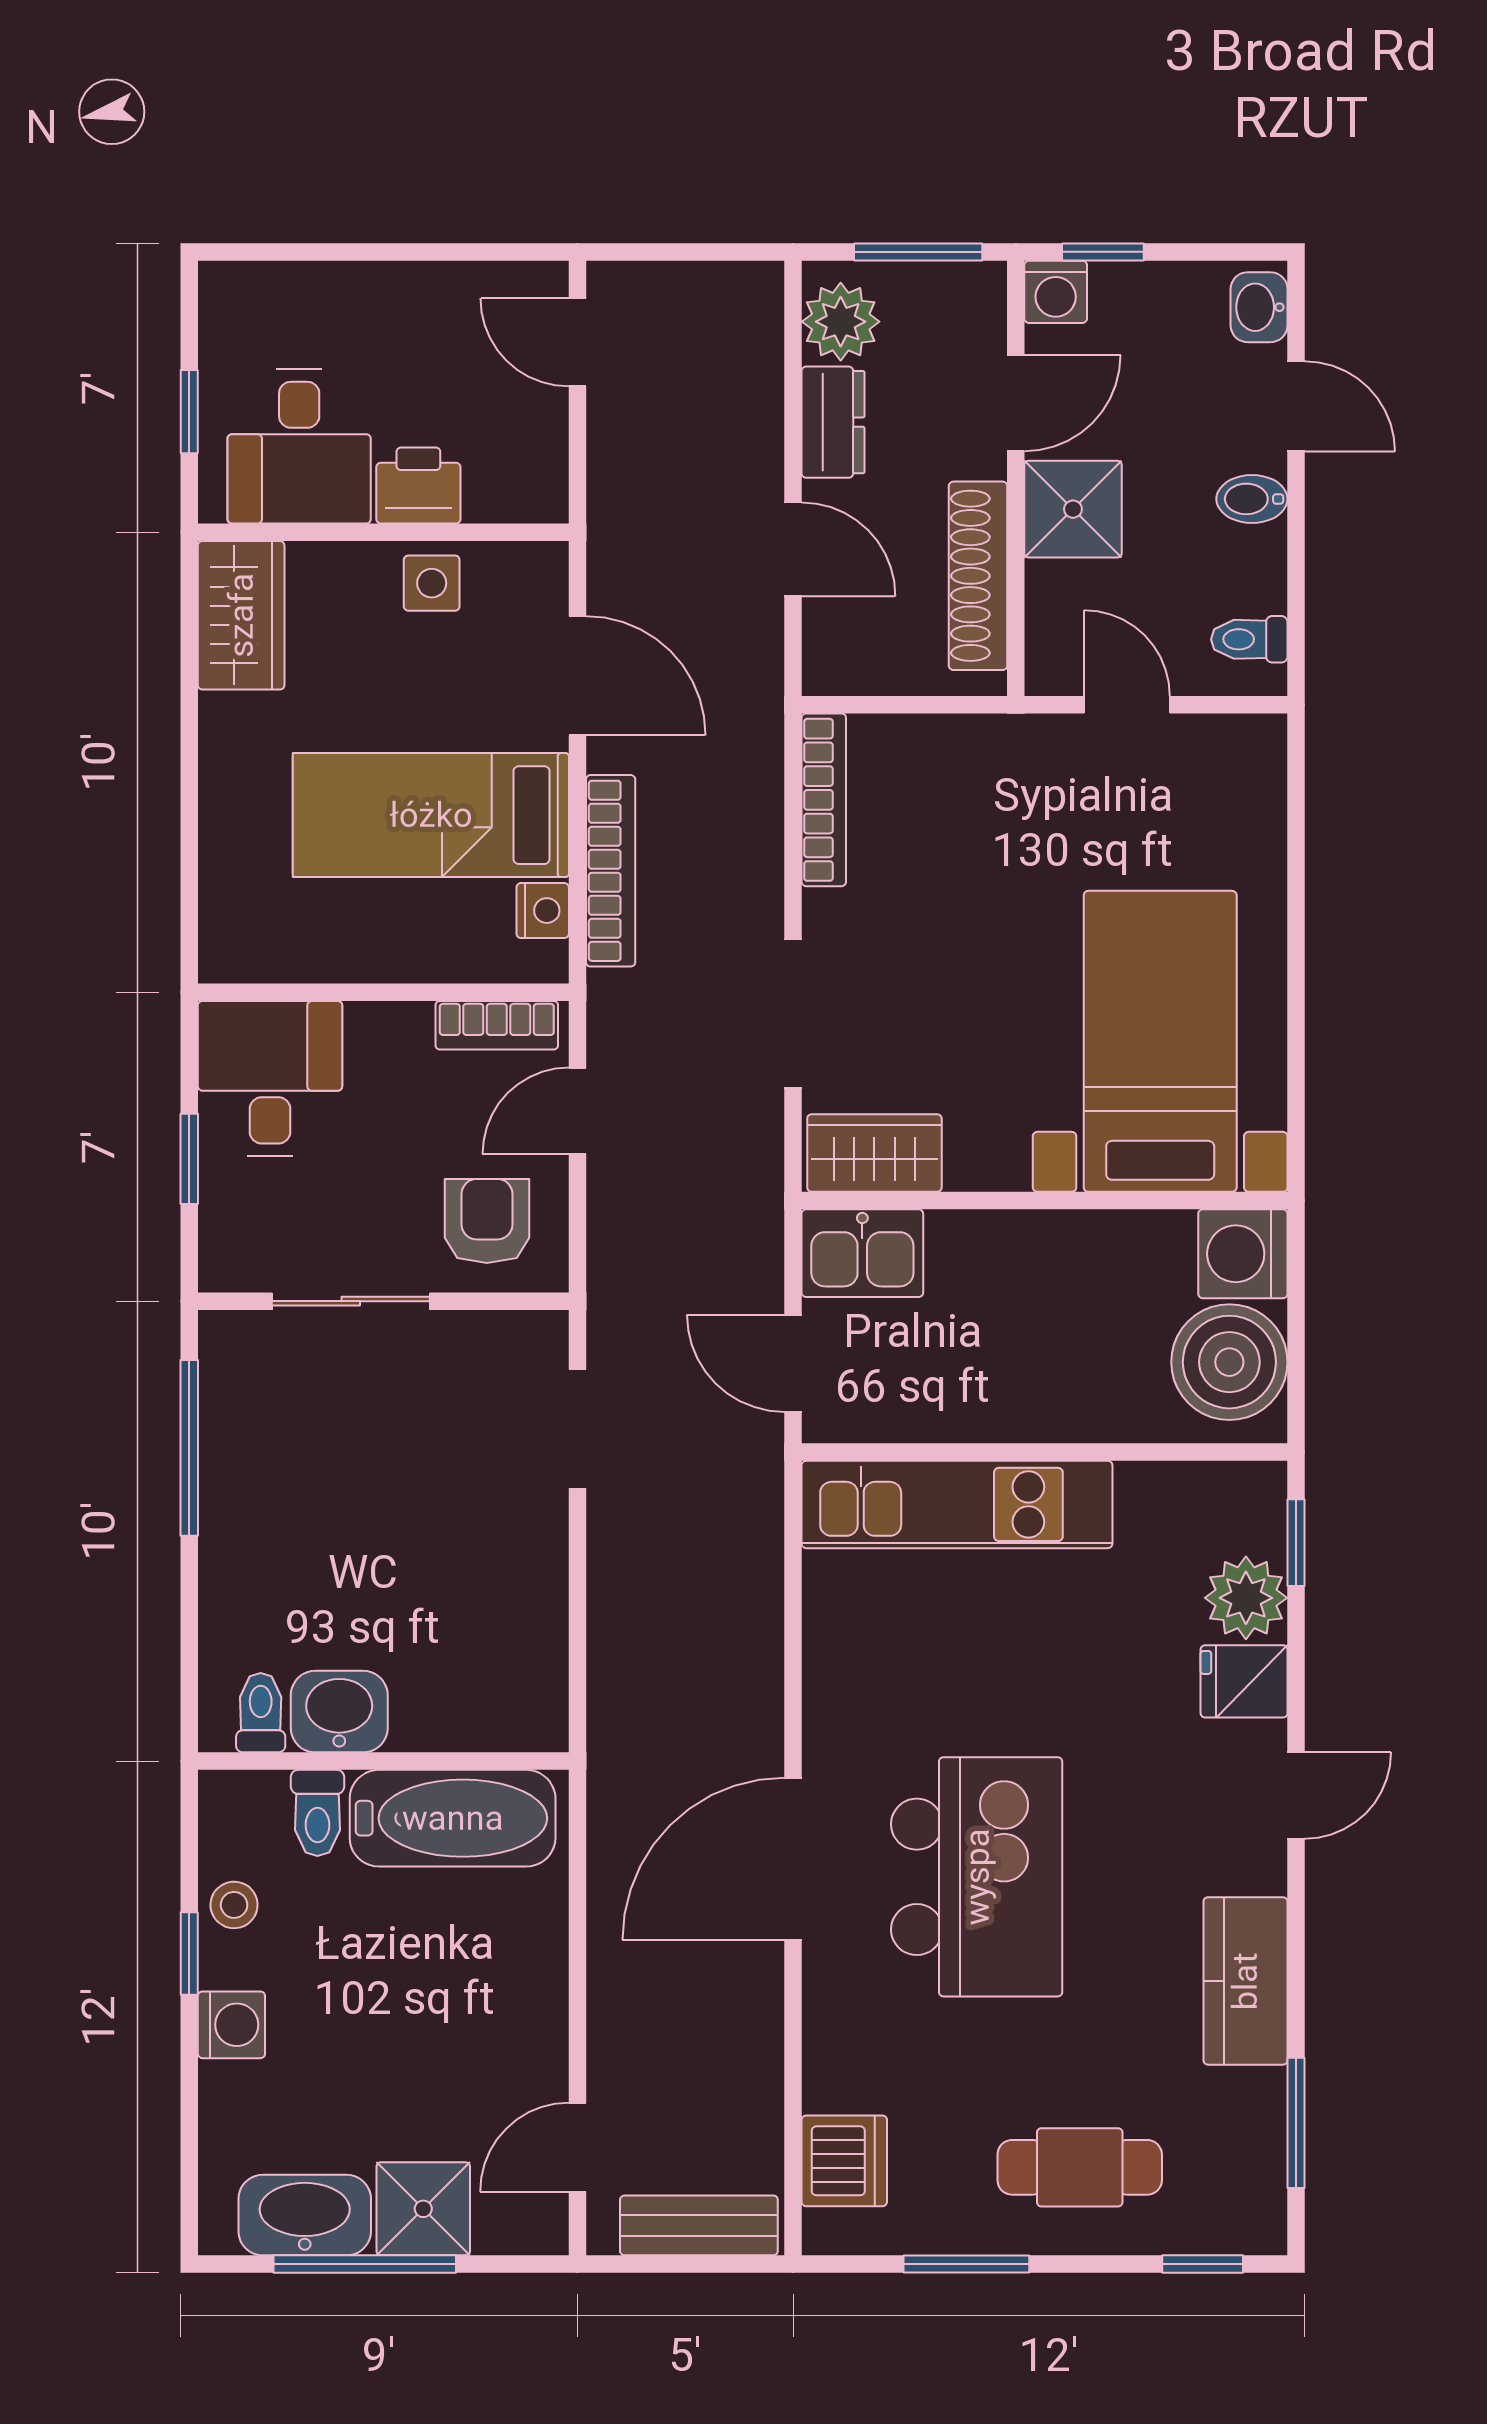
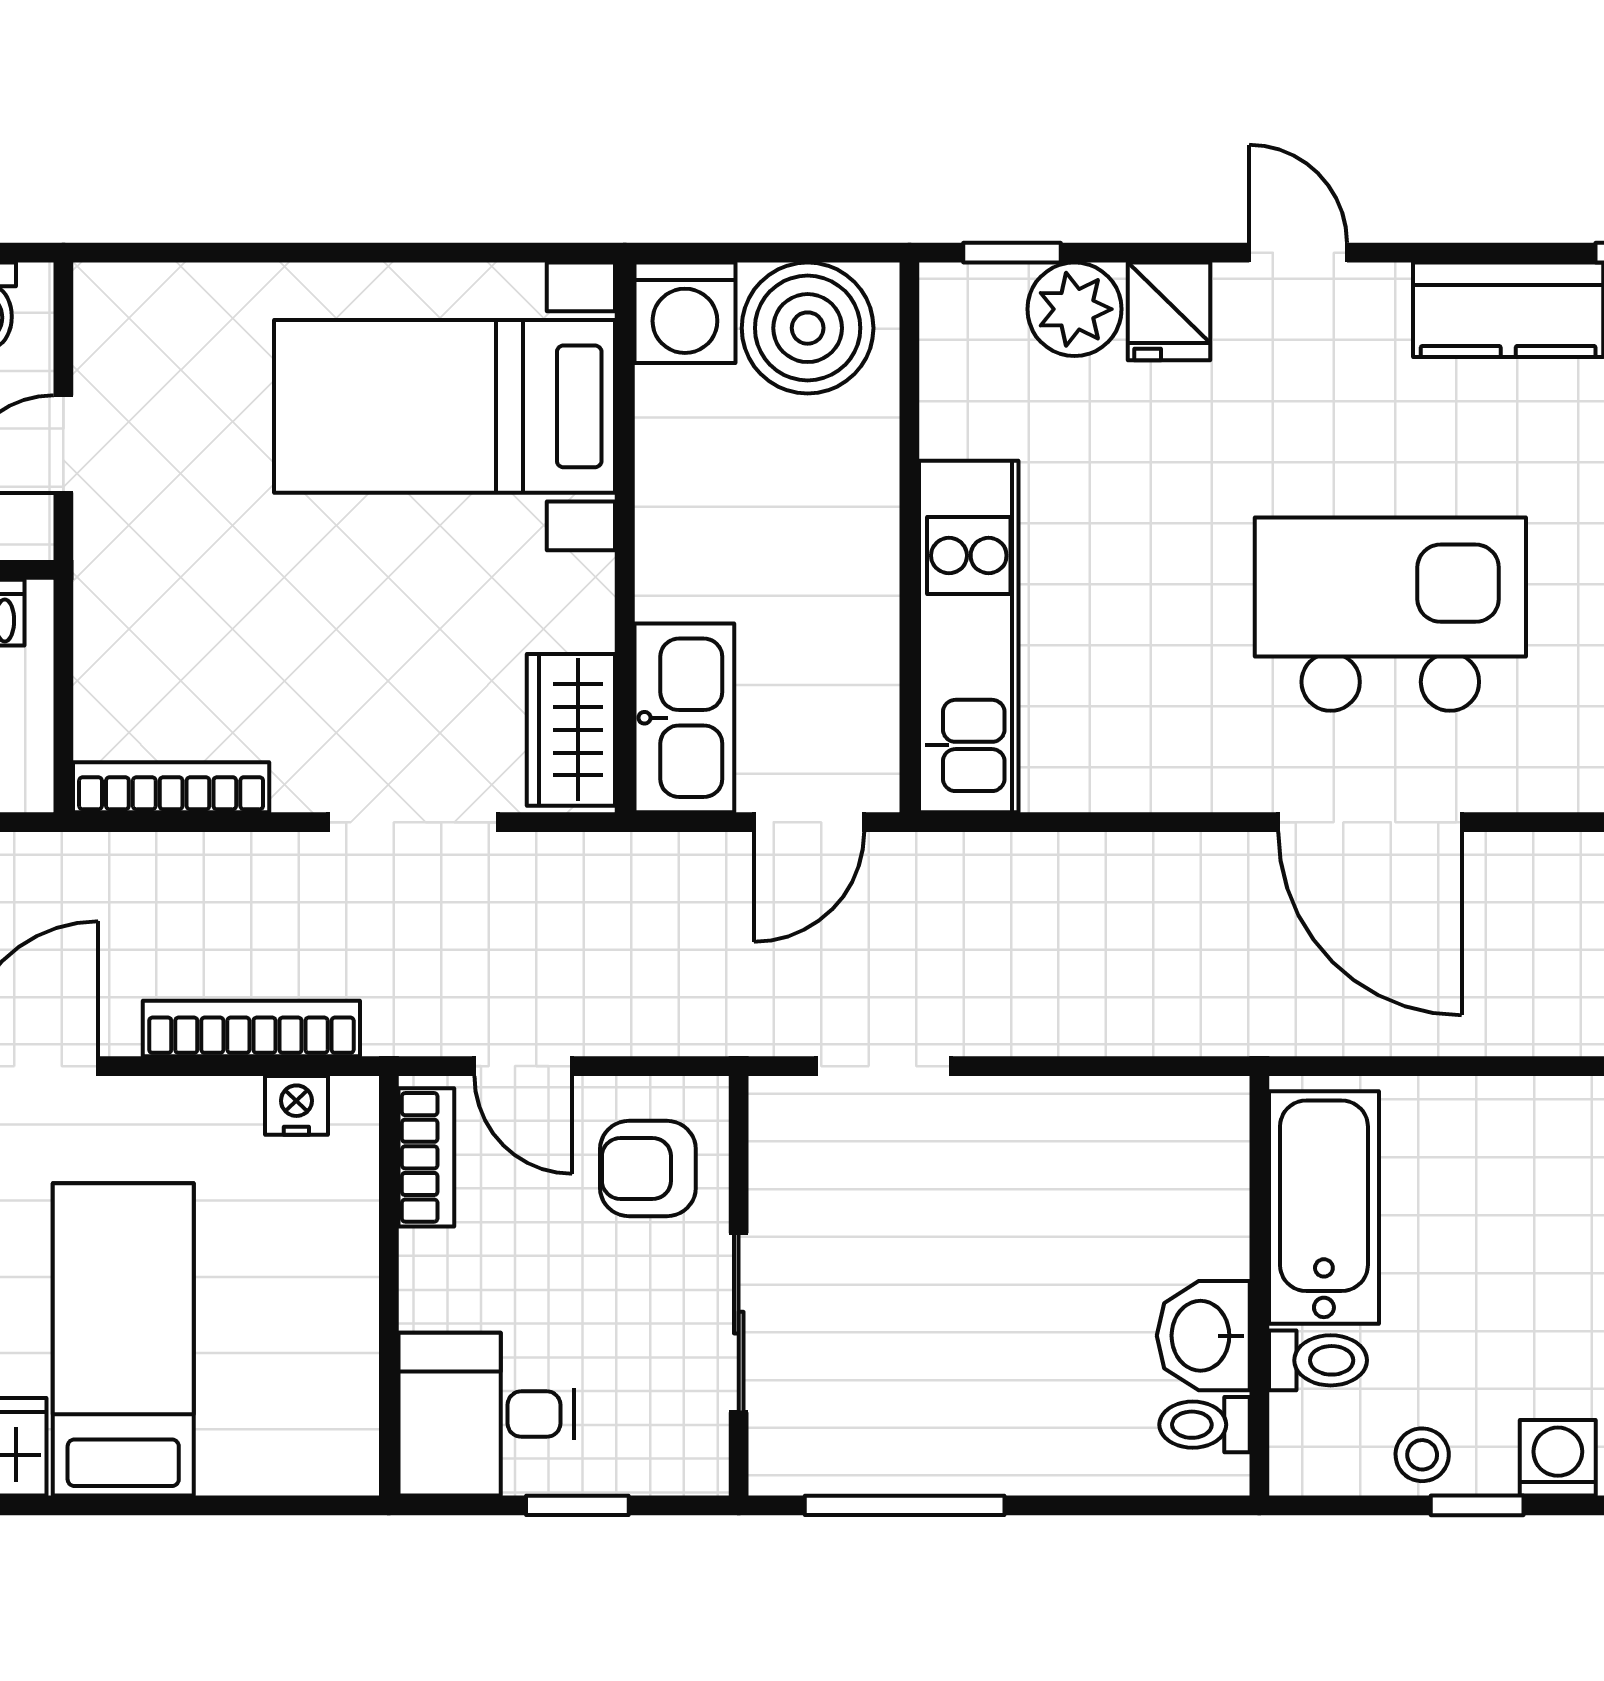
bed: (431, 815) -> (123, 1339), moved, turned 180
kitchen sink: (862, 1253) -> (684, 718), width x1.38

